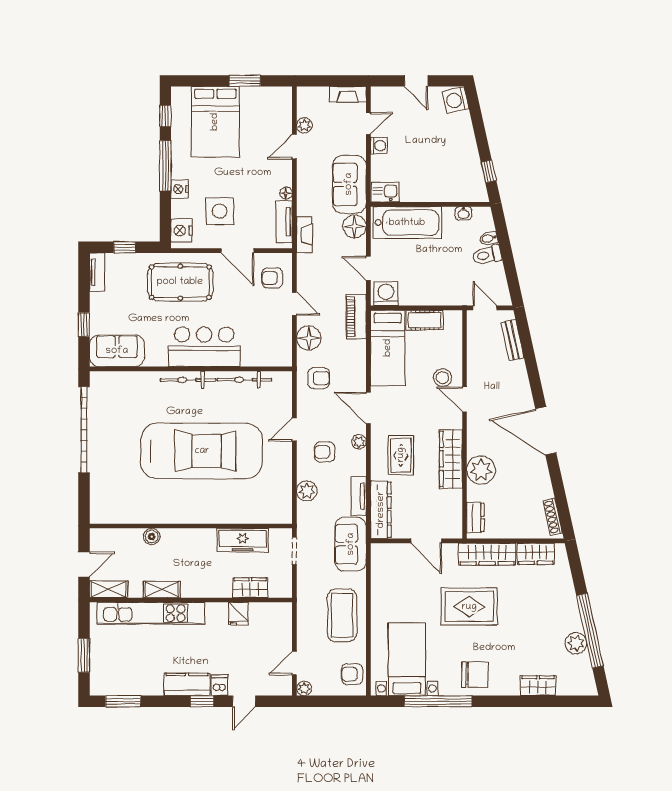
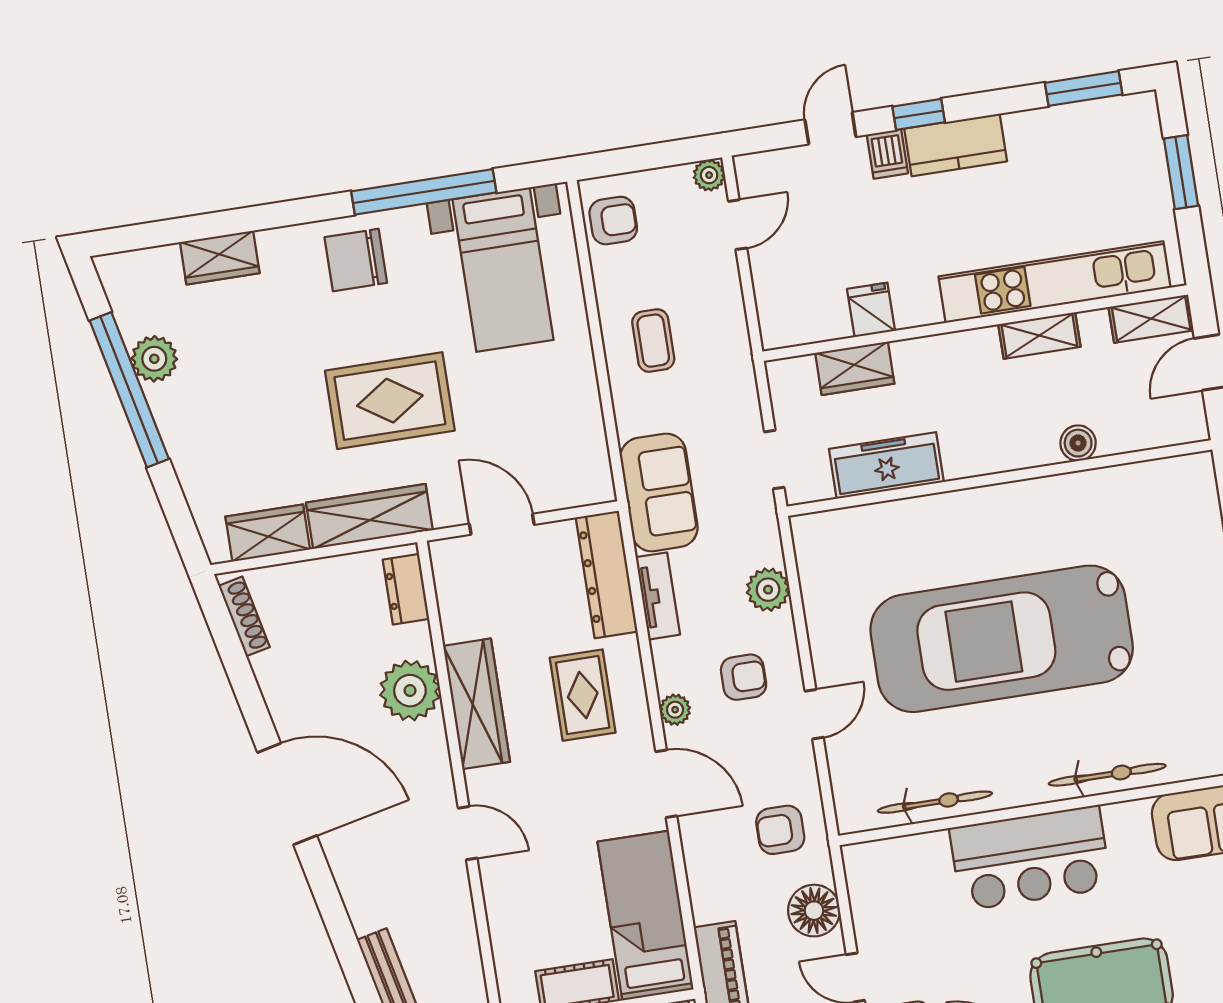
stool: (442, 378) -> (521, 871), removed
bicycle: (188, 380) -> (1107, 775), moved
coffee table: (342, 615) -> (653, 341), width x0.54, depth x0.58

